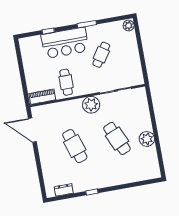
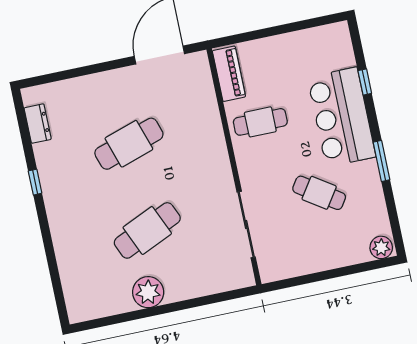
plant: (91, 105) -> (215, 175), removed

